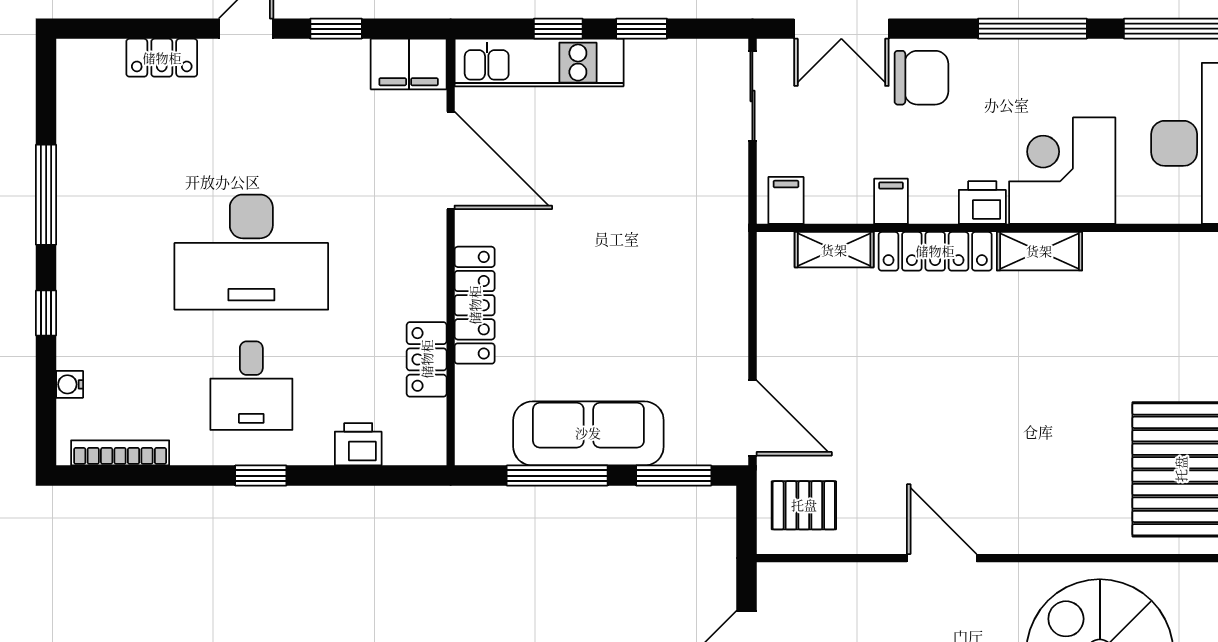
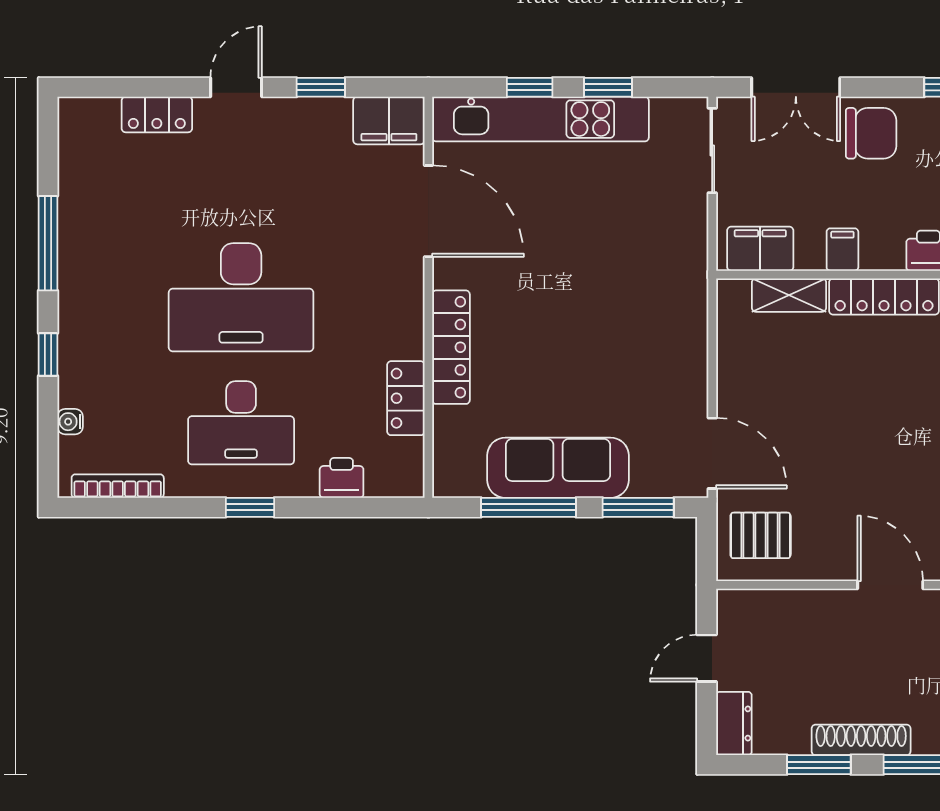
kitchen unit: (539, 63) -> (540, 119), width x1.36
filing cabinet: (786, 200) -> (760, 249), width x2.00
desk: (251, 386) -> (241, 423), width x1.37

